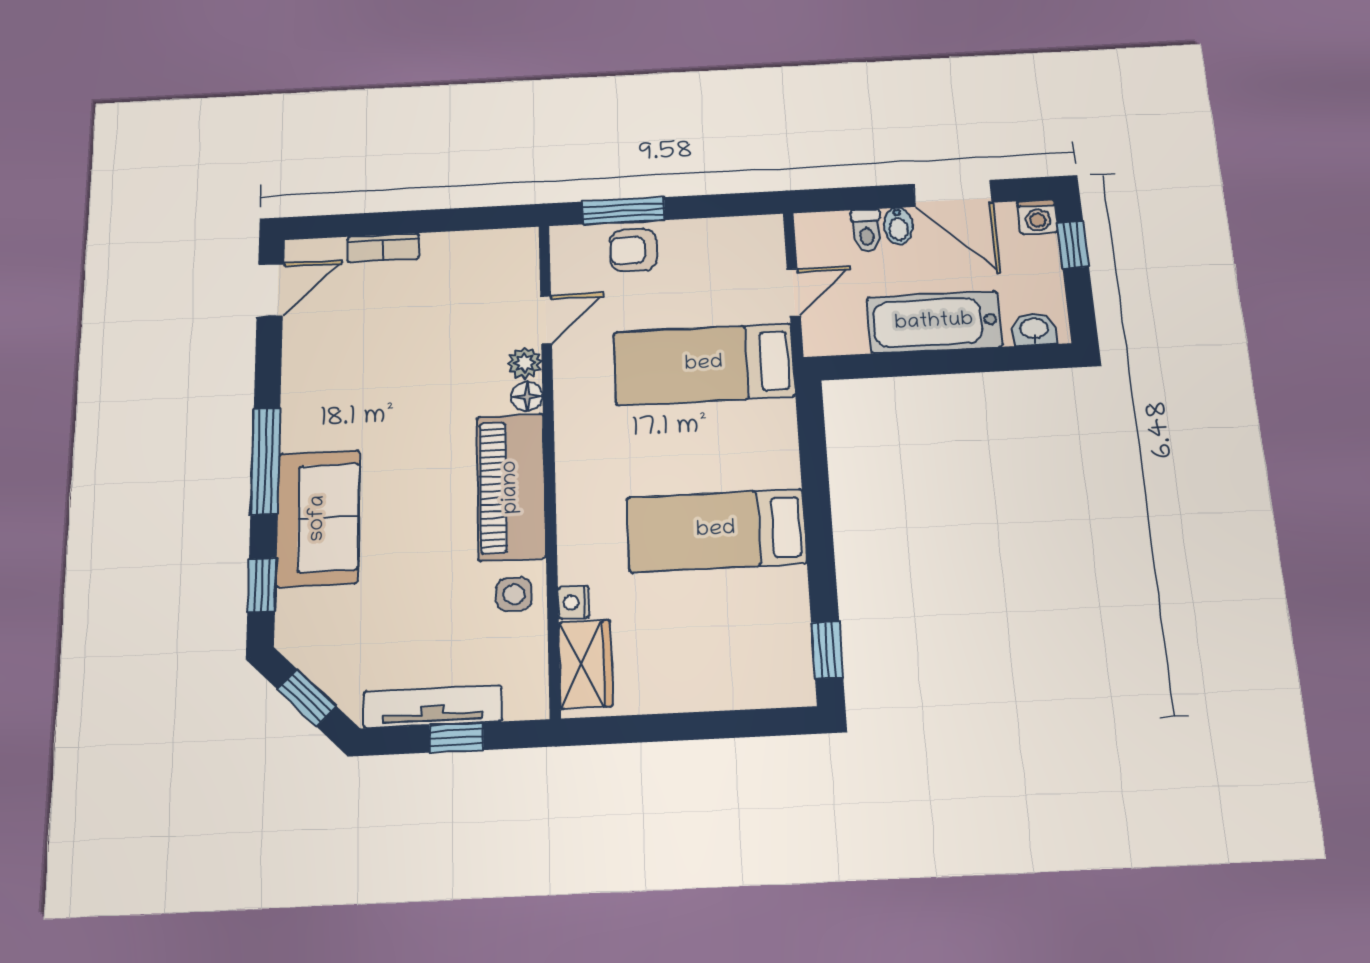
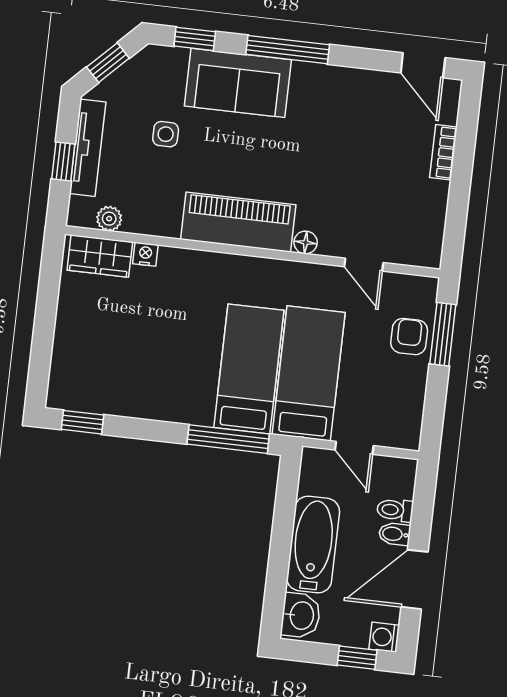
washbasin: (1034, 329) -> (301, 615), width x1.38, depth x1.45
plant: (525, 363) -> (109, 219), moved
window: (813, 452) -> (228, 439), added
bed: (716, 530) -> (249, 369), moved
side table: (514, 594) -> (166, 134), moved

